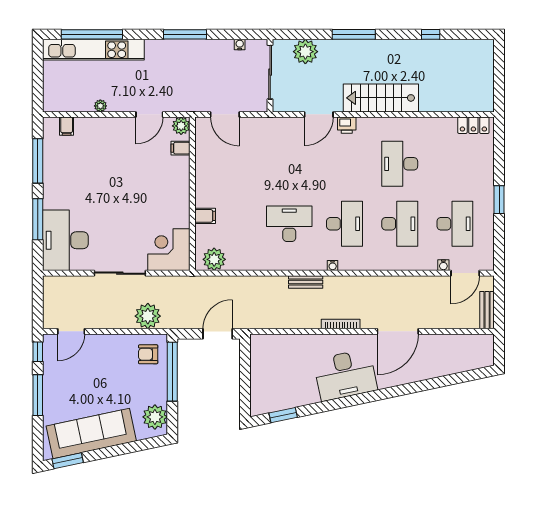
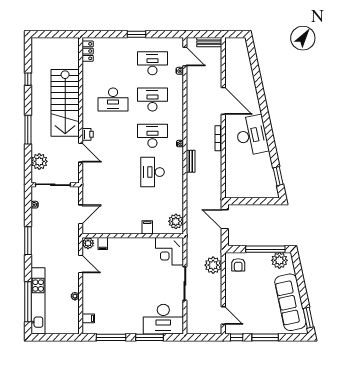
stairs: (381, 98) -> (65, 103), width x1.36, depth x1.51
window: (172, 372) -> (265, 249), moved

